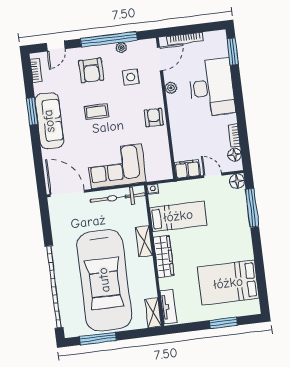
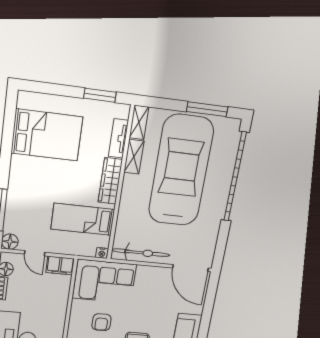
armchair: (154, 118) -> (101, 322), moved
corner sofa: (116, 166) -> (104, 281), moved
shelving: (144, 241) -> (134, 157), moved
tv unit: (168, 307) -> (119, 138), moved
window: (224, 323) -> (100, 95), moved

